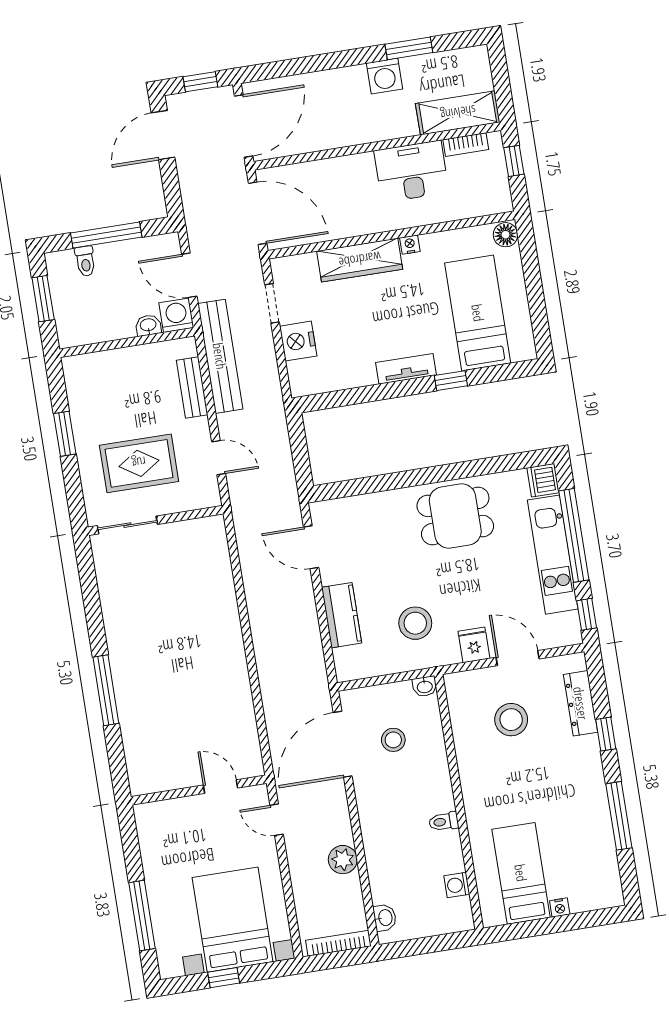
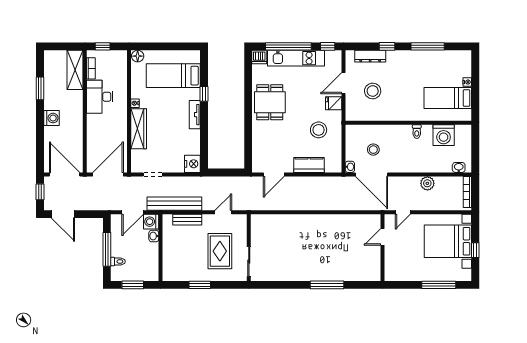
washing machine: (384, 76) -> (51, 118), moved
nightstand: (298, 341) -> (192, 164), moved, turned -90
washbasin: (425, 686) -> (350, 167), moved
washing machine: (457, 885) -> (444, 135), width x1.89, depth x1.89

